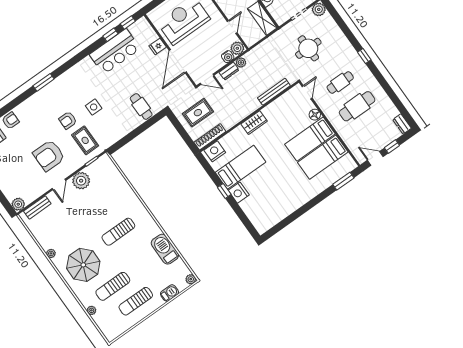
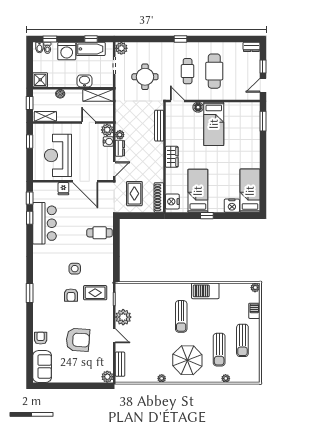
armchair: (49, 156) -> (78, 340), moved, turned -86
bed: (323, 157) -> (250, 191), moved, turned 180
nightstand: (239, 193) -> (232, 206), moved
barbecue: (165, 249) -> (205, 291), moved

